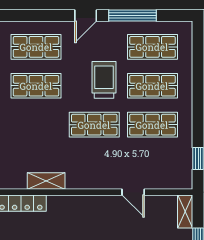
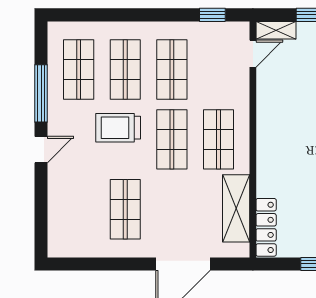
door: (86, 16) -> (41, 150), hinge flipped
shop shelf: (36, 47) -> (219, 139), moved
shelving: (46, 181) -> (236, 208), width x1.50, depth x1.33
door: (133, 192) -> (253, 54), moved

